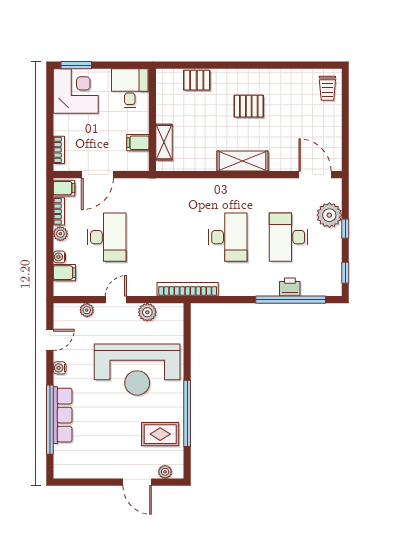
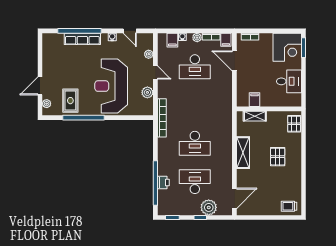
wall: (152, 120) -> (269, 109), moved
shelving: (164, 142) -> (255, 116), moved
filing cabinet: (138, 143) -> (255, 100), moved

